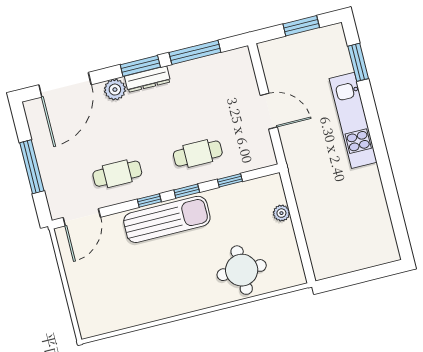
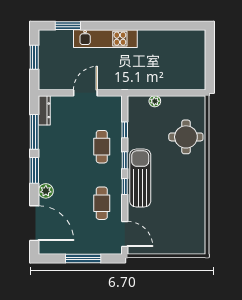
dresser: (148, 79) -> (44, 110), moved

